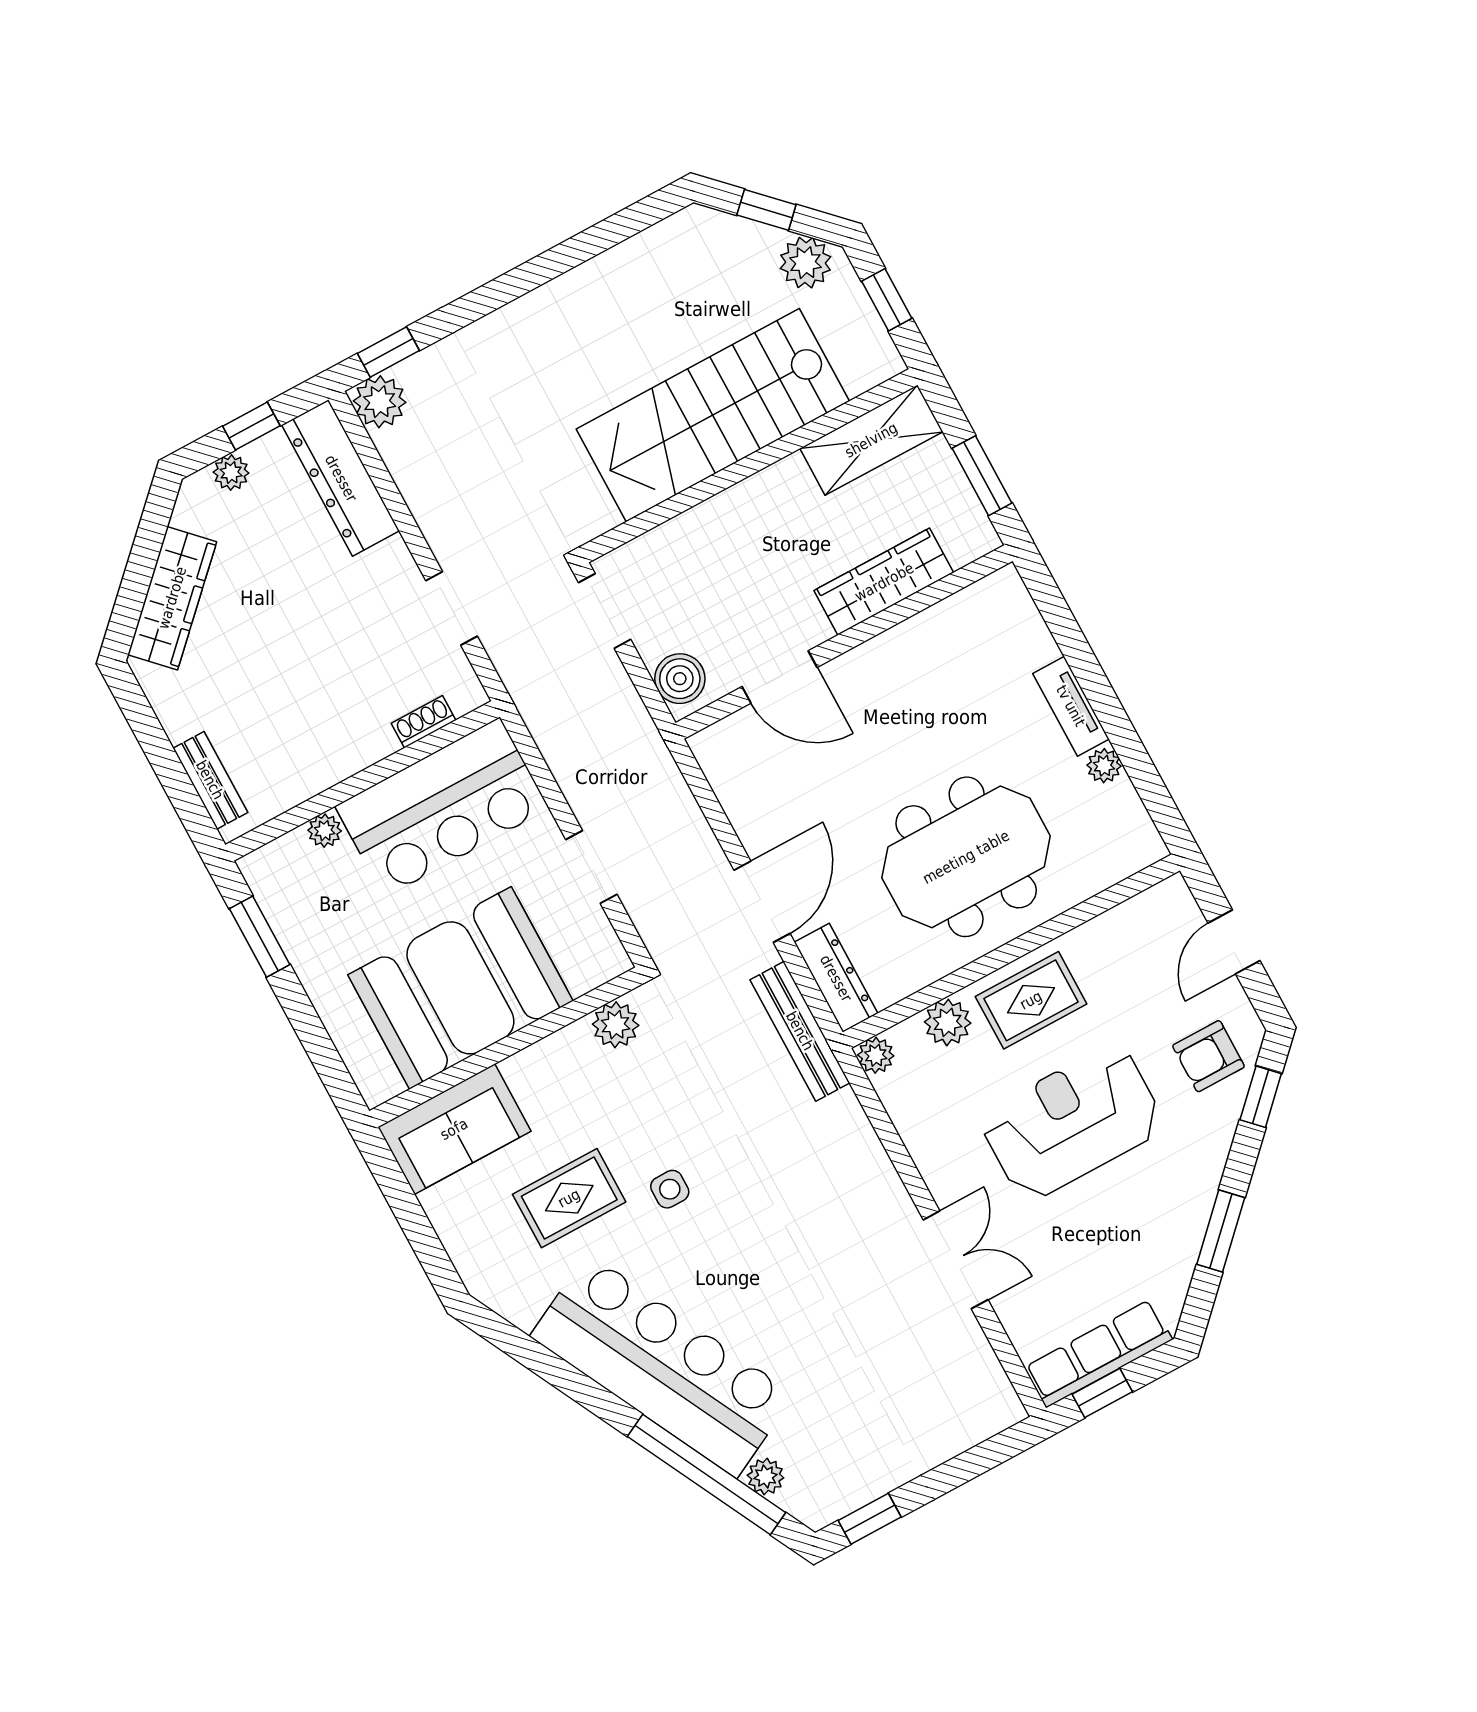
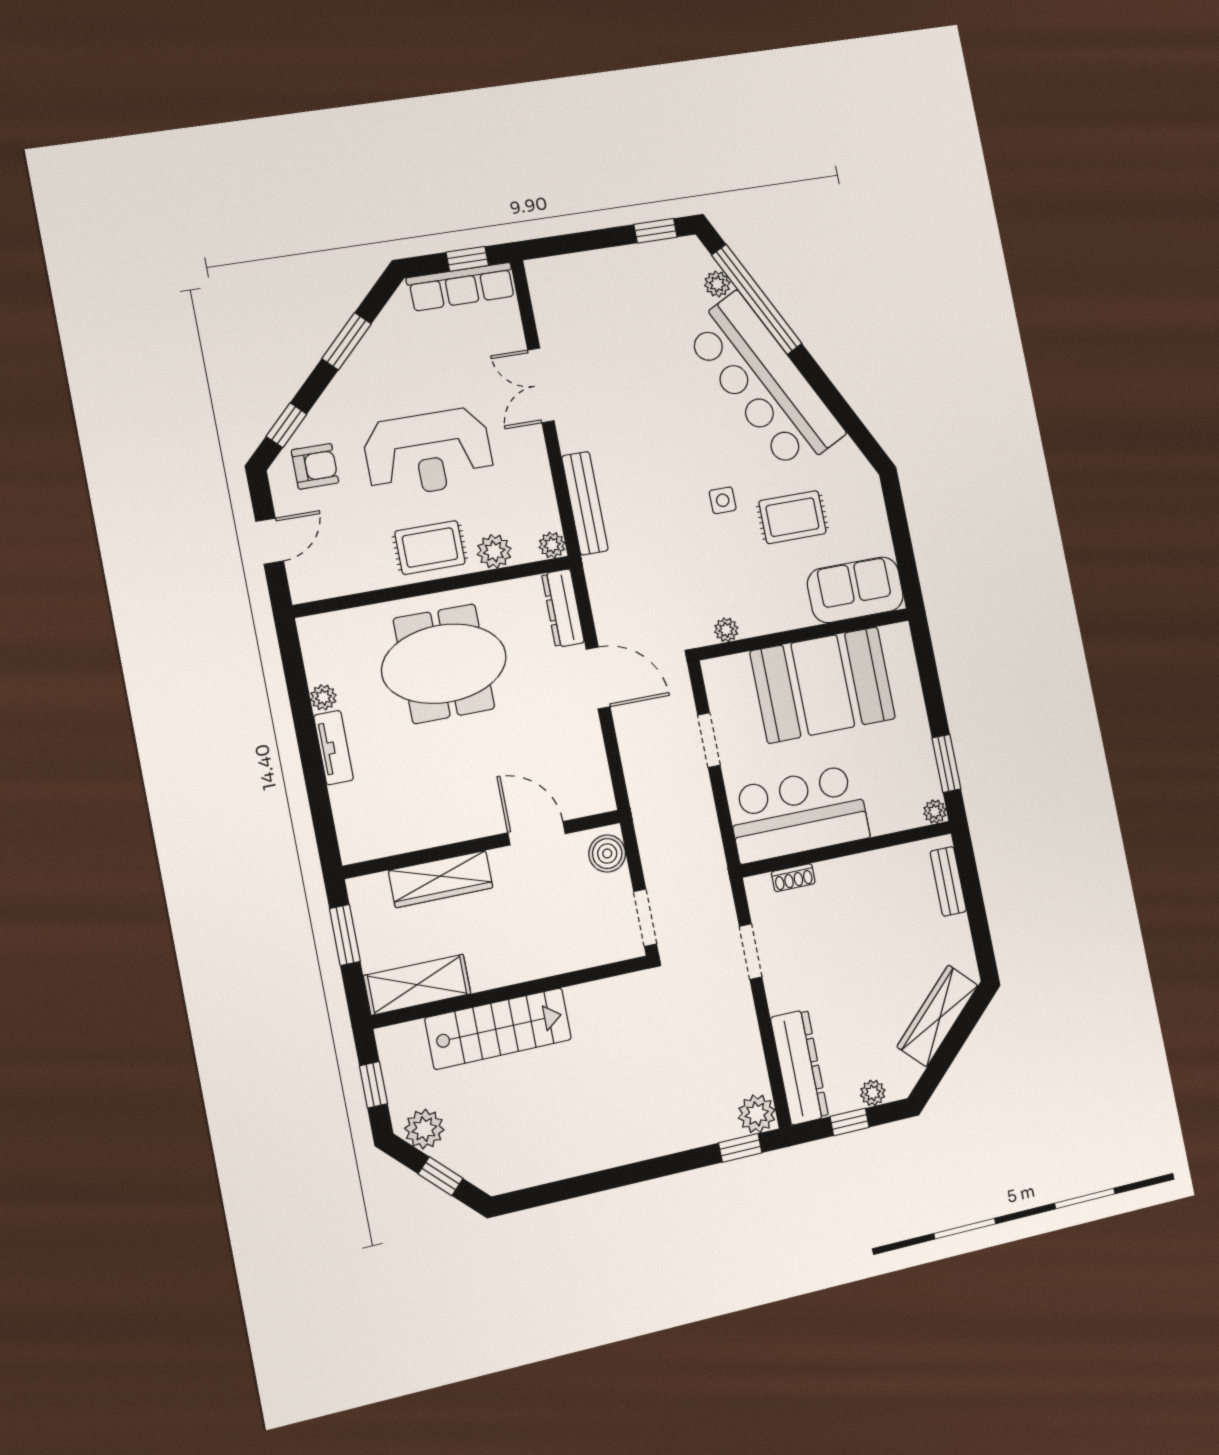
stairs: (713, 415) -> (498, 1029), width x0.73, depth x0.66
plant: (325, 831) -> (935, 812), moved
door: (762, 902) -> (598, 678), swing flipped
plant: (616, 1025) -> (726, 630), width x0.73, depth x0.73
bench: (800, 1031) -> (585, 503), moved

